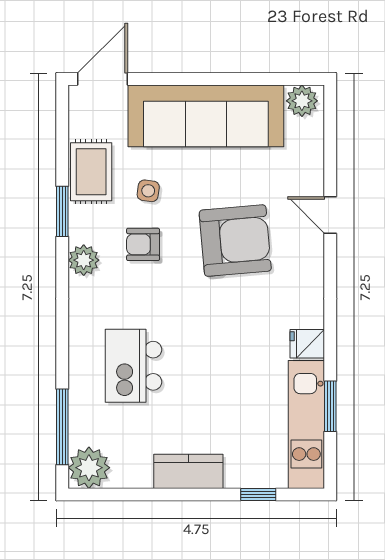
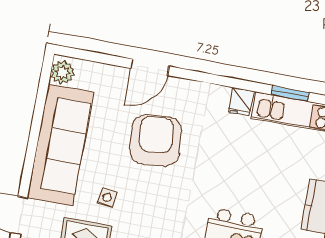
door: (330, 215) -> (150, 67), width x1.38
armchair: (143, 244) -> (146, 208), removed

